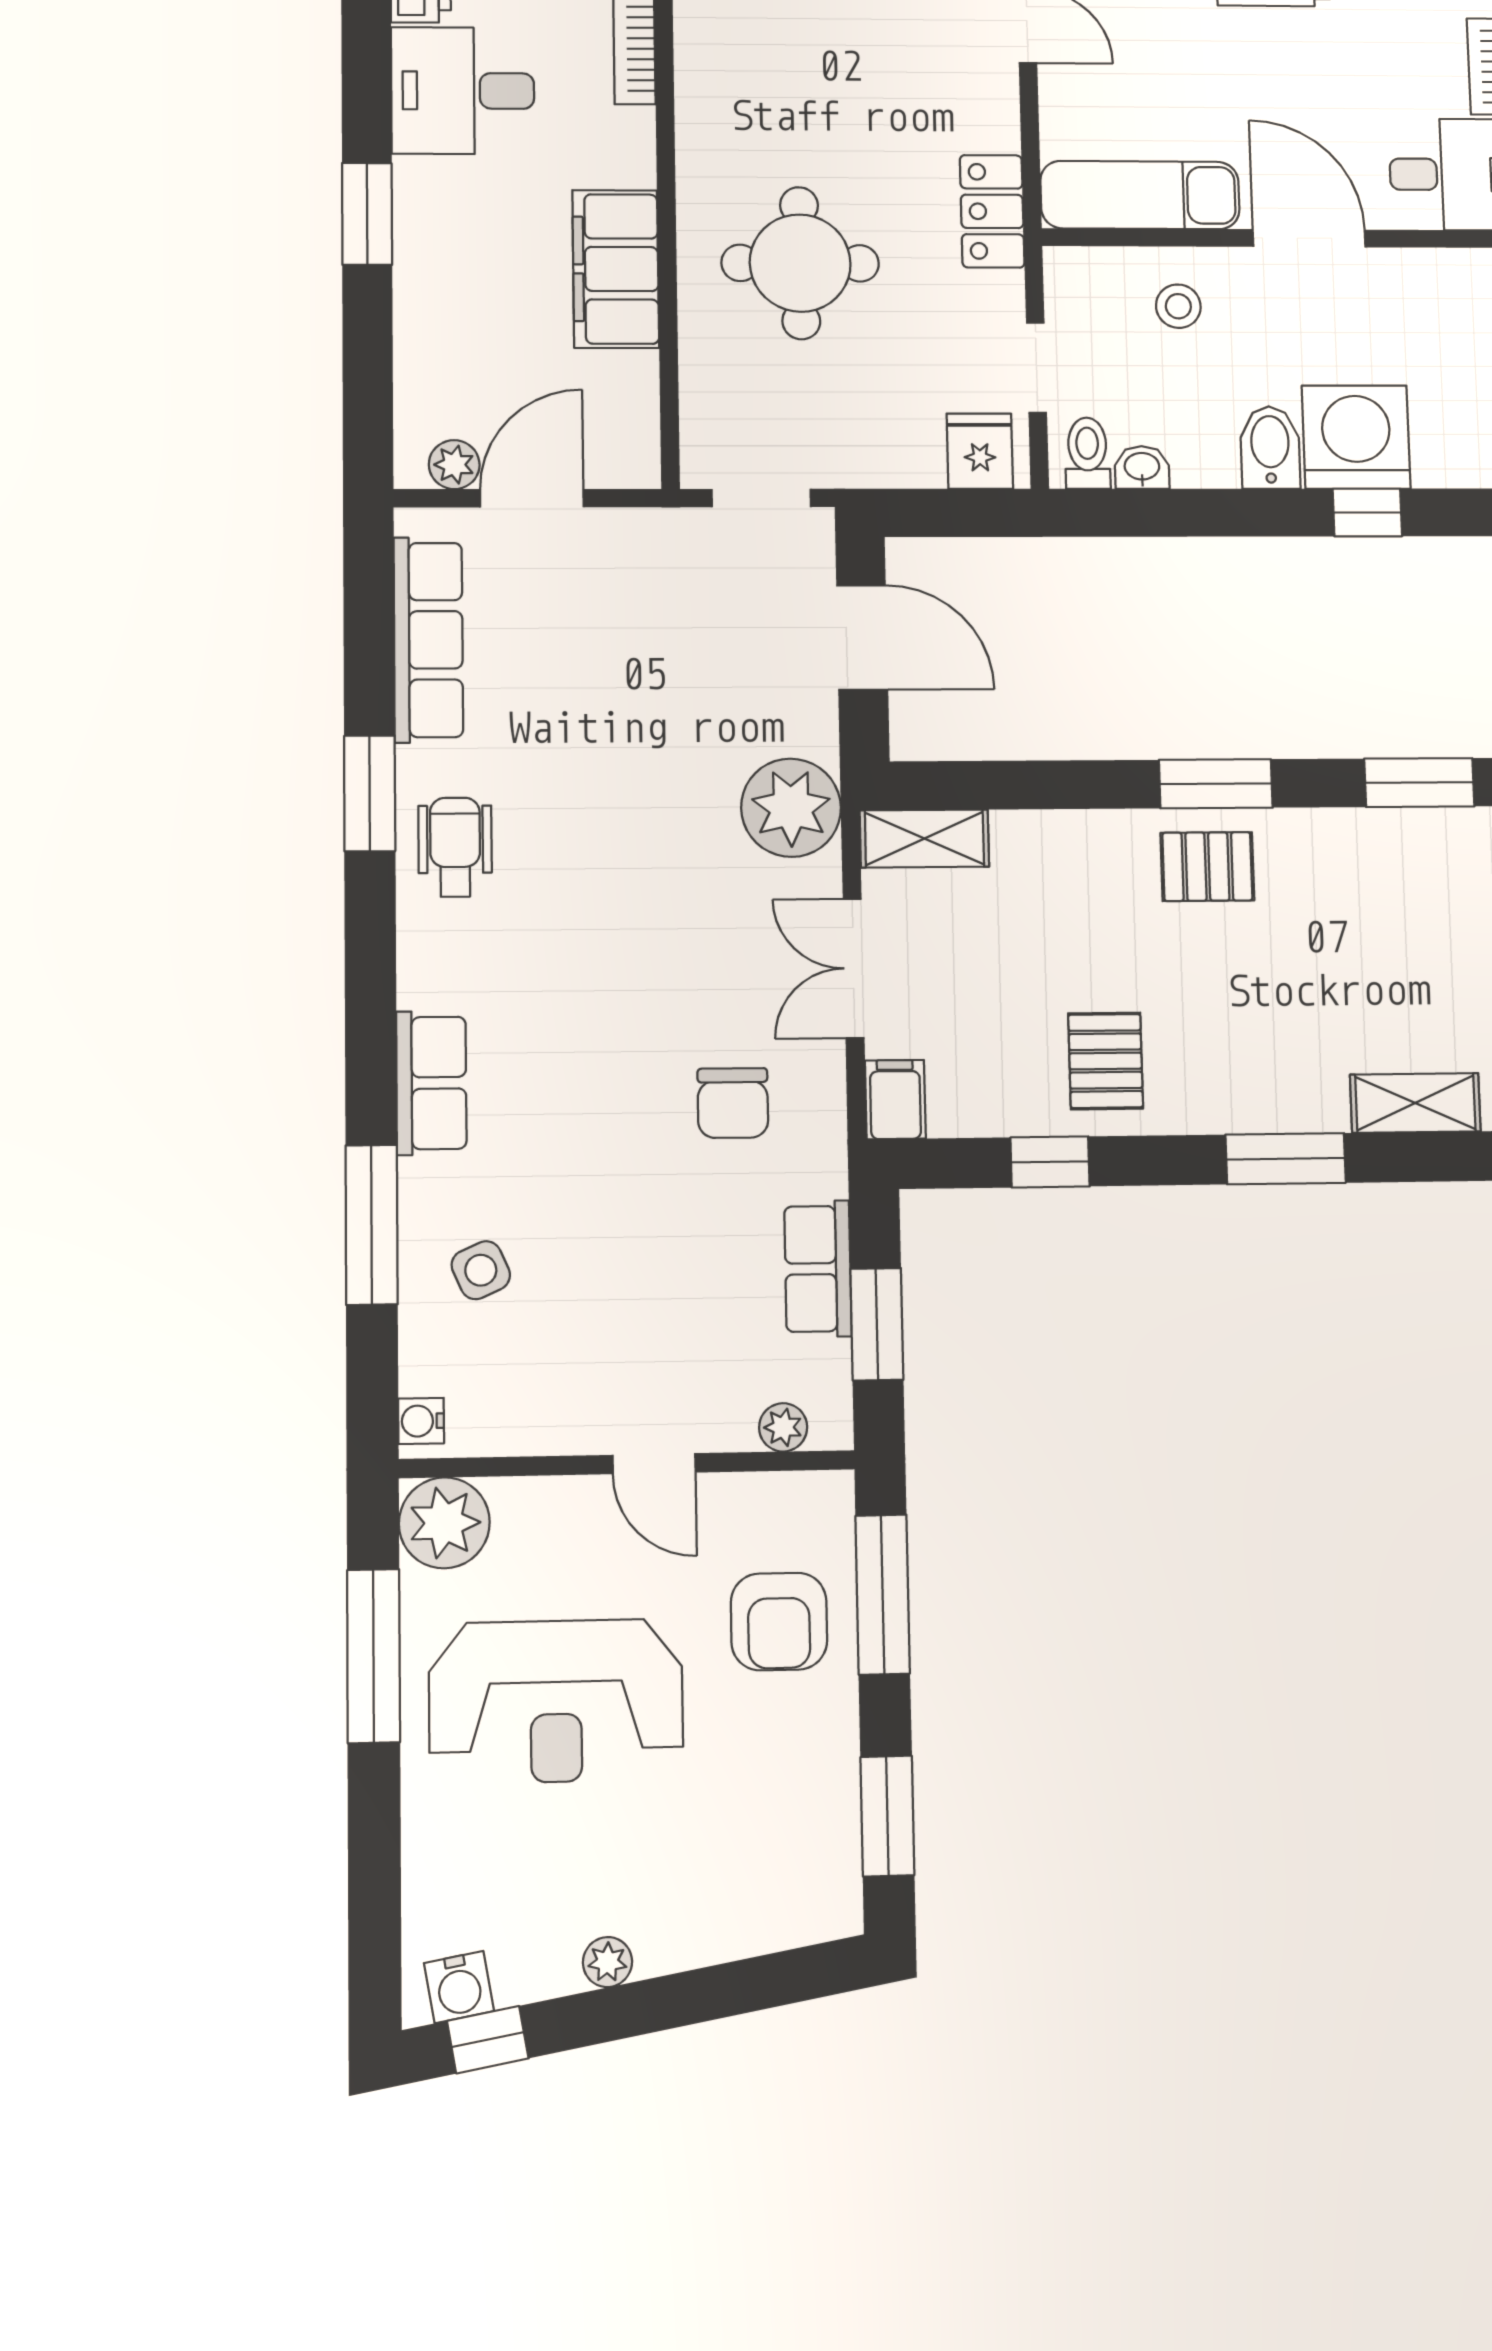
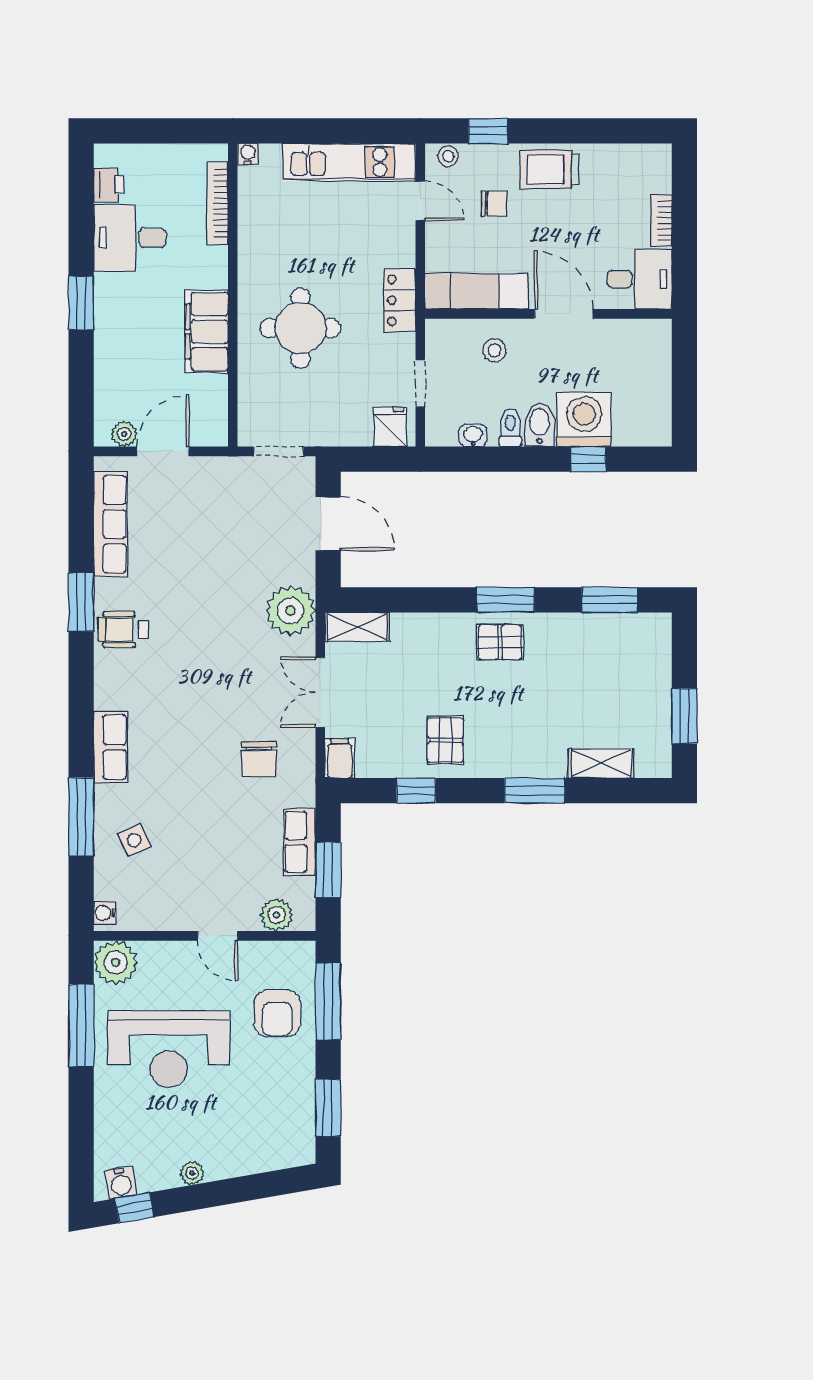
chair: (1169, 32) -> (494, 203), added
toilet: (1087, 453) -> (510, 428), moved
wheelchair: (455, 847) -> (123, 629), turned -90
plant: (783, 1427) -> (277, 915), width x1.38, depth x1.38

